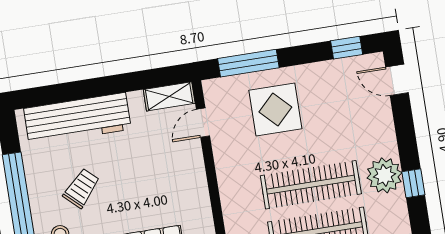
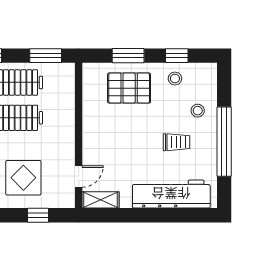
window: (248, 63) -> (38, 215), width x0.46
trolley: (81, 188) -> (176, 142), turned -133

